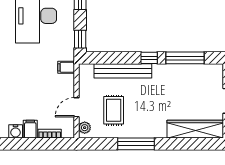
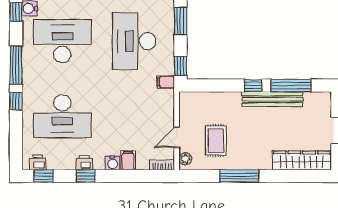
filing cabinet: (66, 67) -> (166, 82), moved
bench: (123, 71) -> (272, 99), moved
bookcase: (50, 134) -> (162, 165), moved

